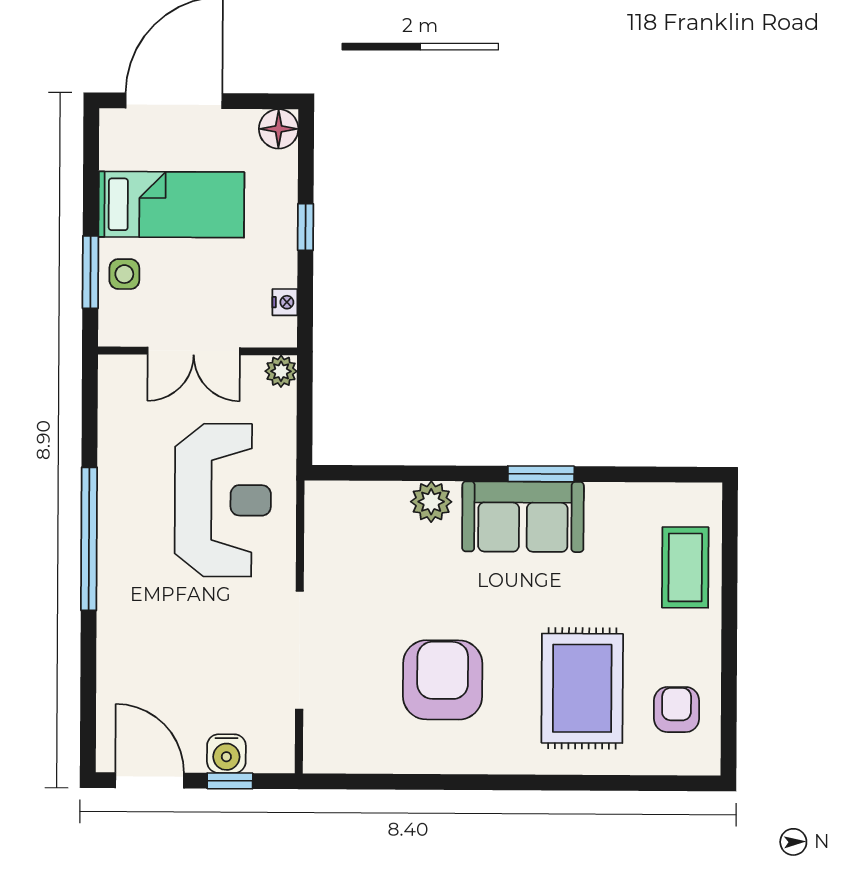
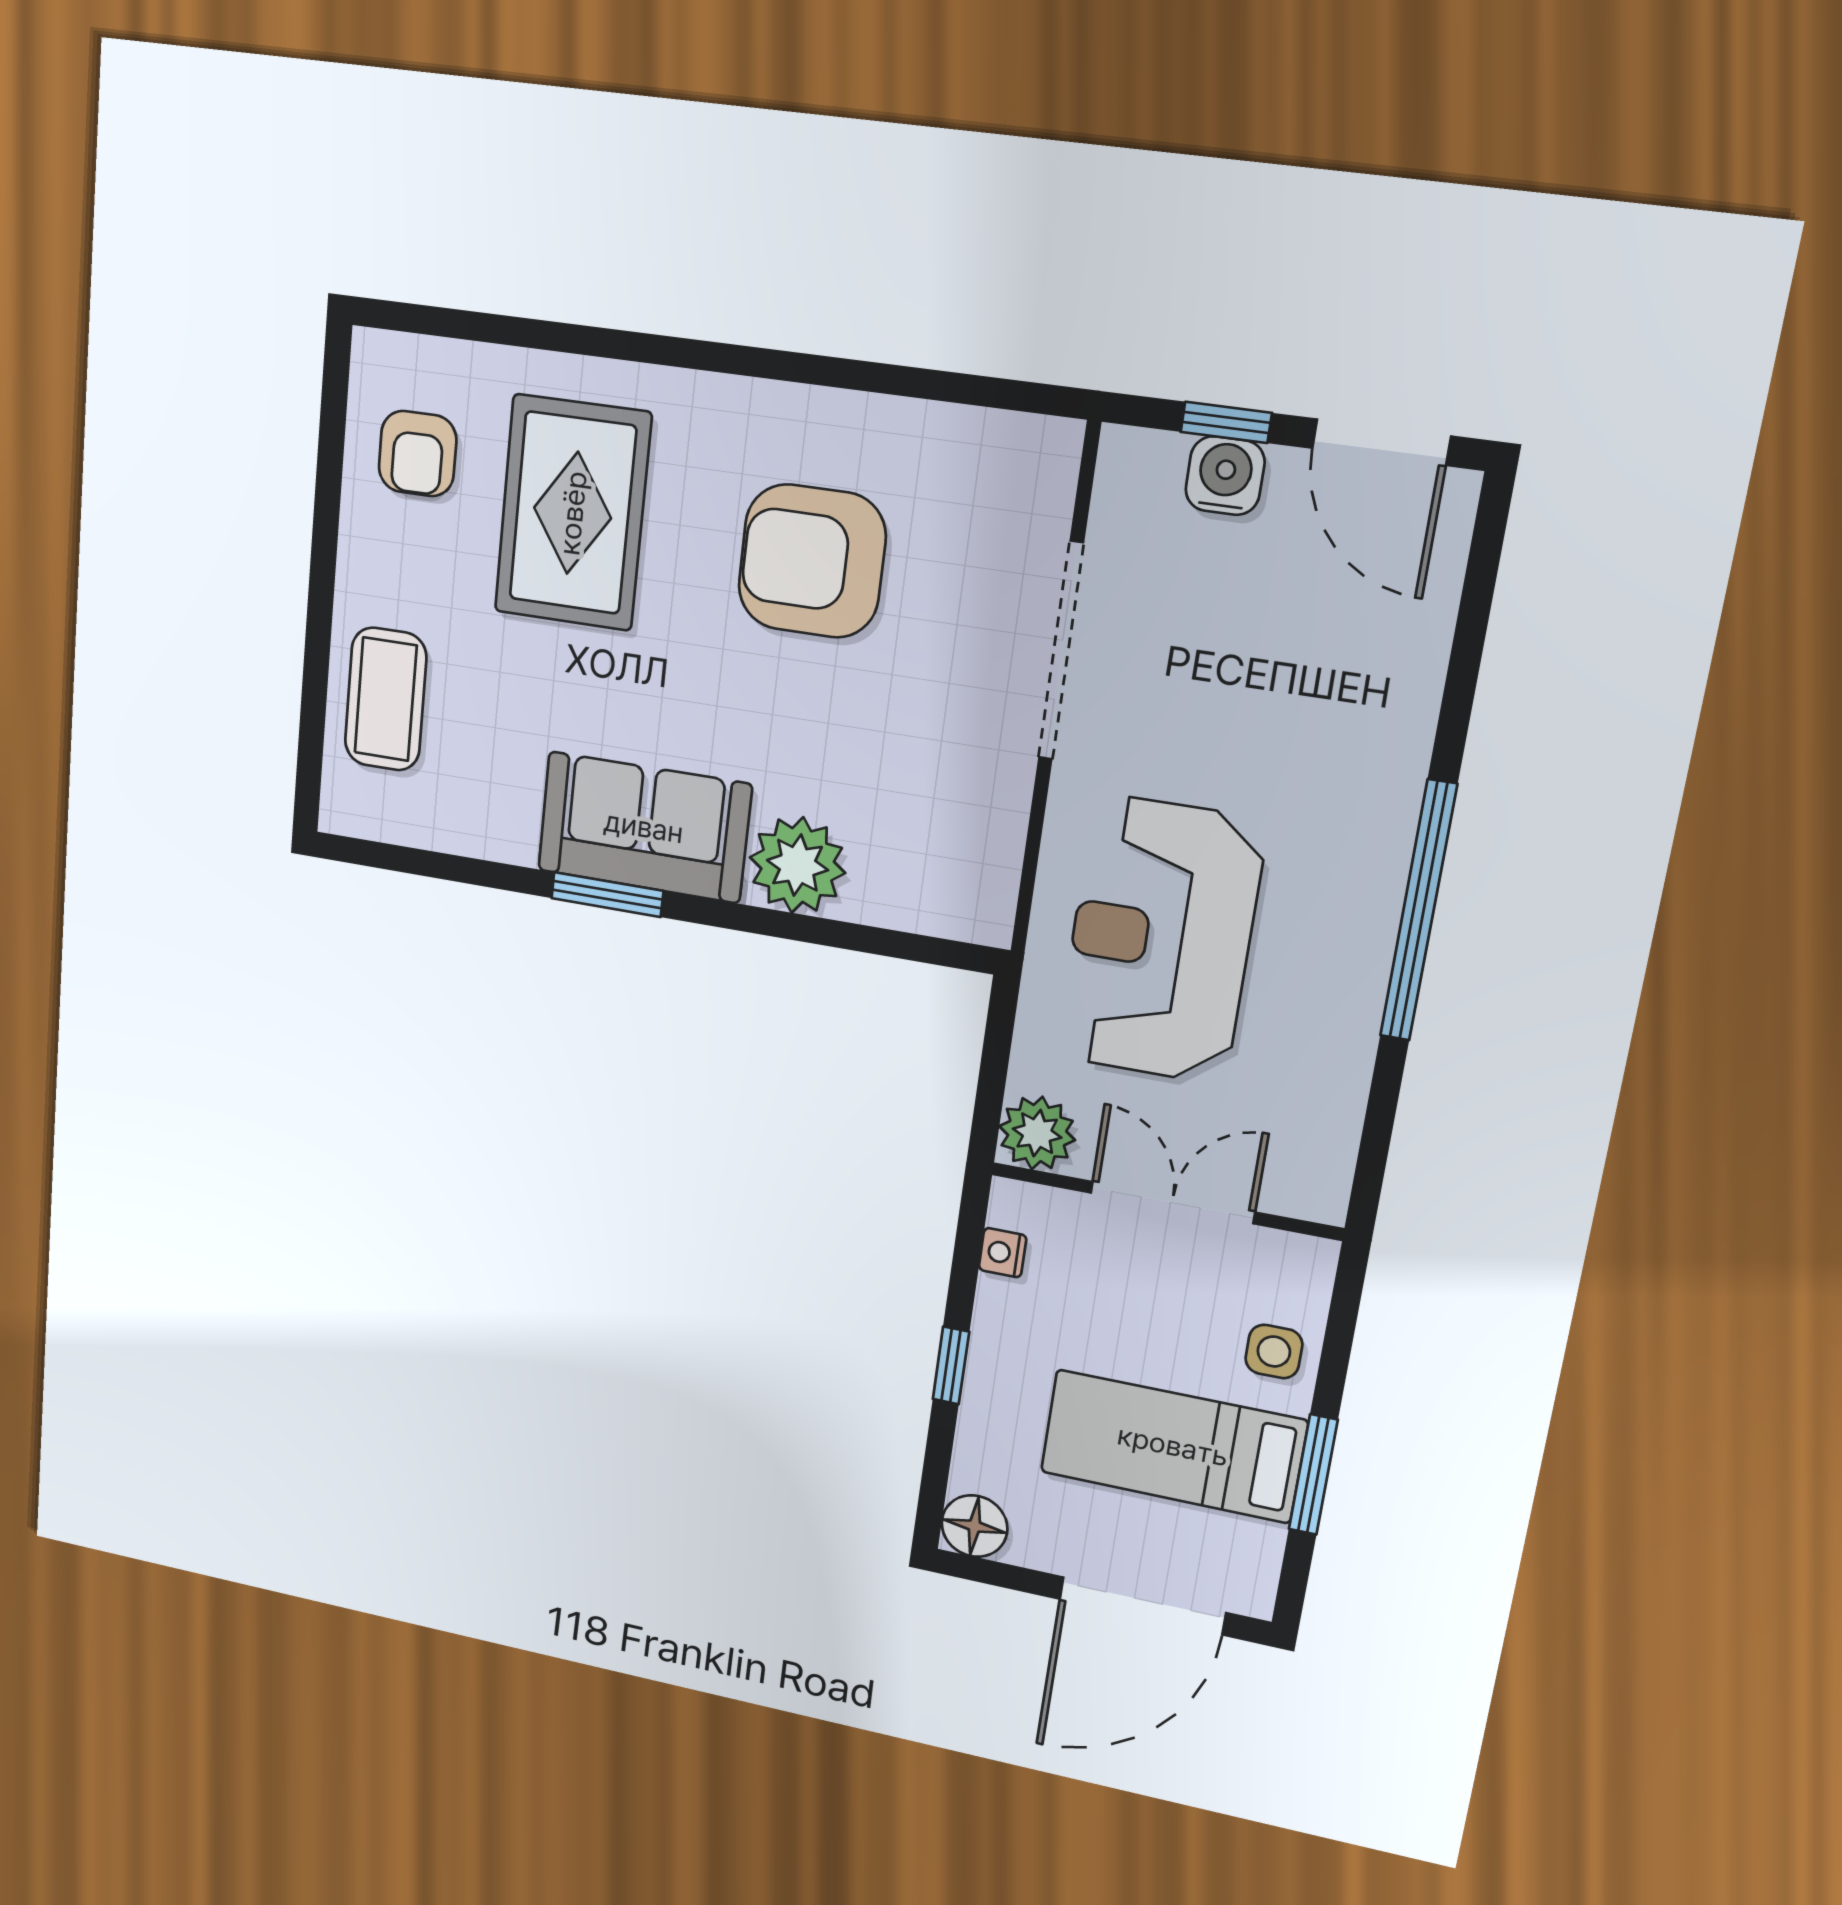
window: (90, 272) -> (1313, 1475), moved
plant: (281, 371) -> (1037, 1133), width x1.38, depth x1.38
plant: (431, 502) -> (797, 865), width x1.36, depth x1.36
armchair: (443, 680) -> (812, 561), turned 90

